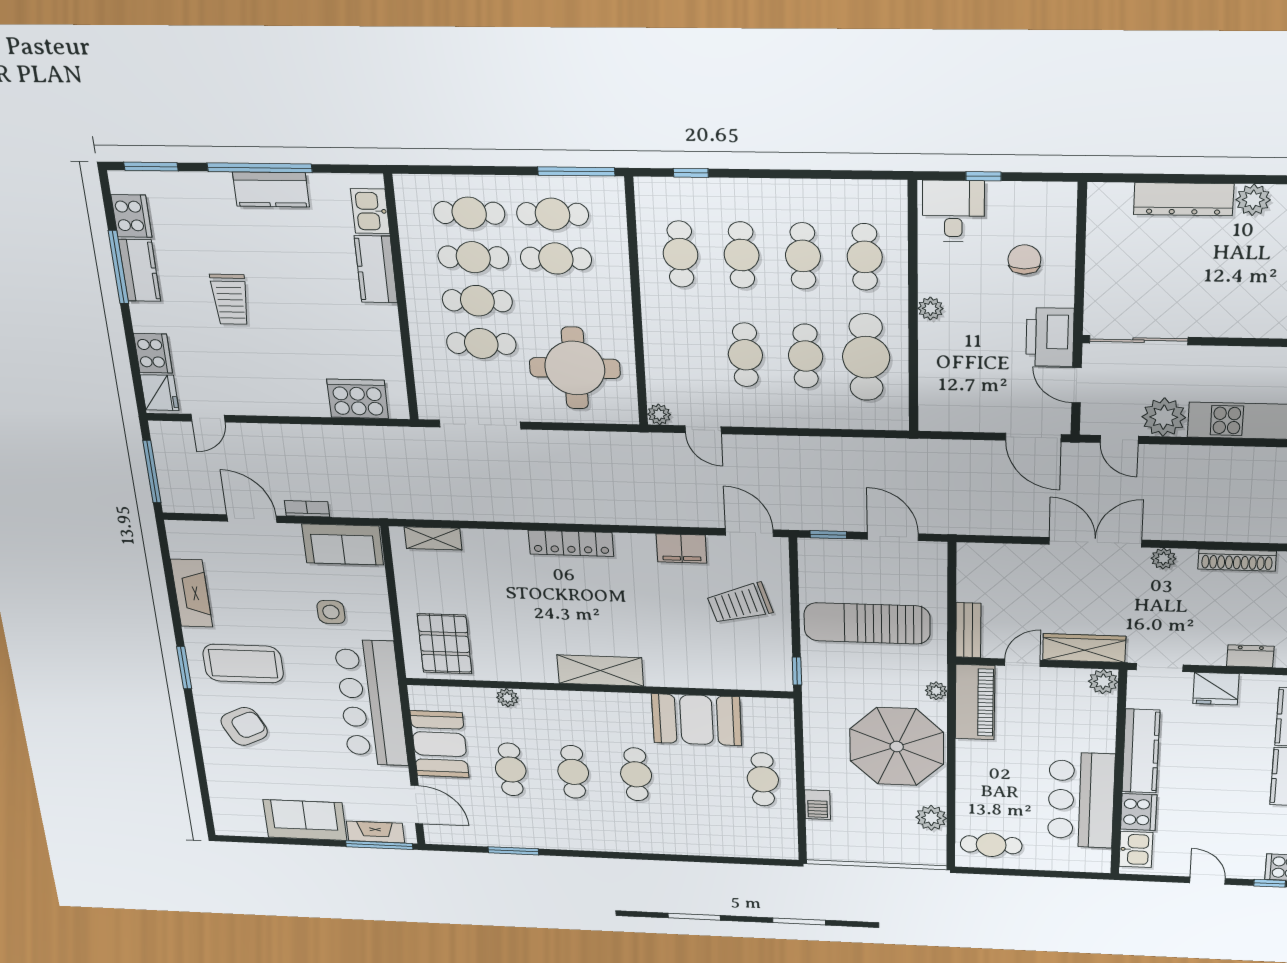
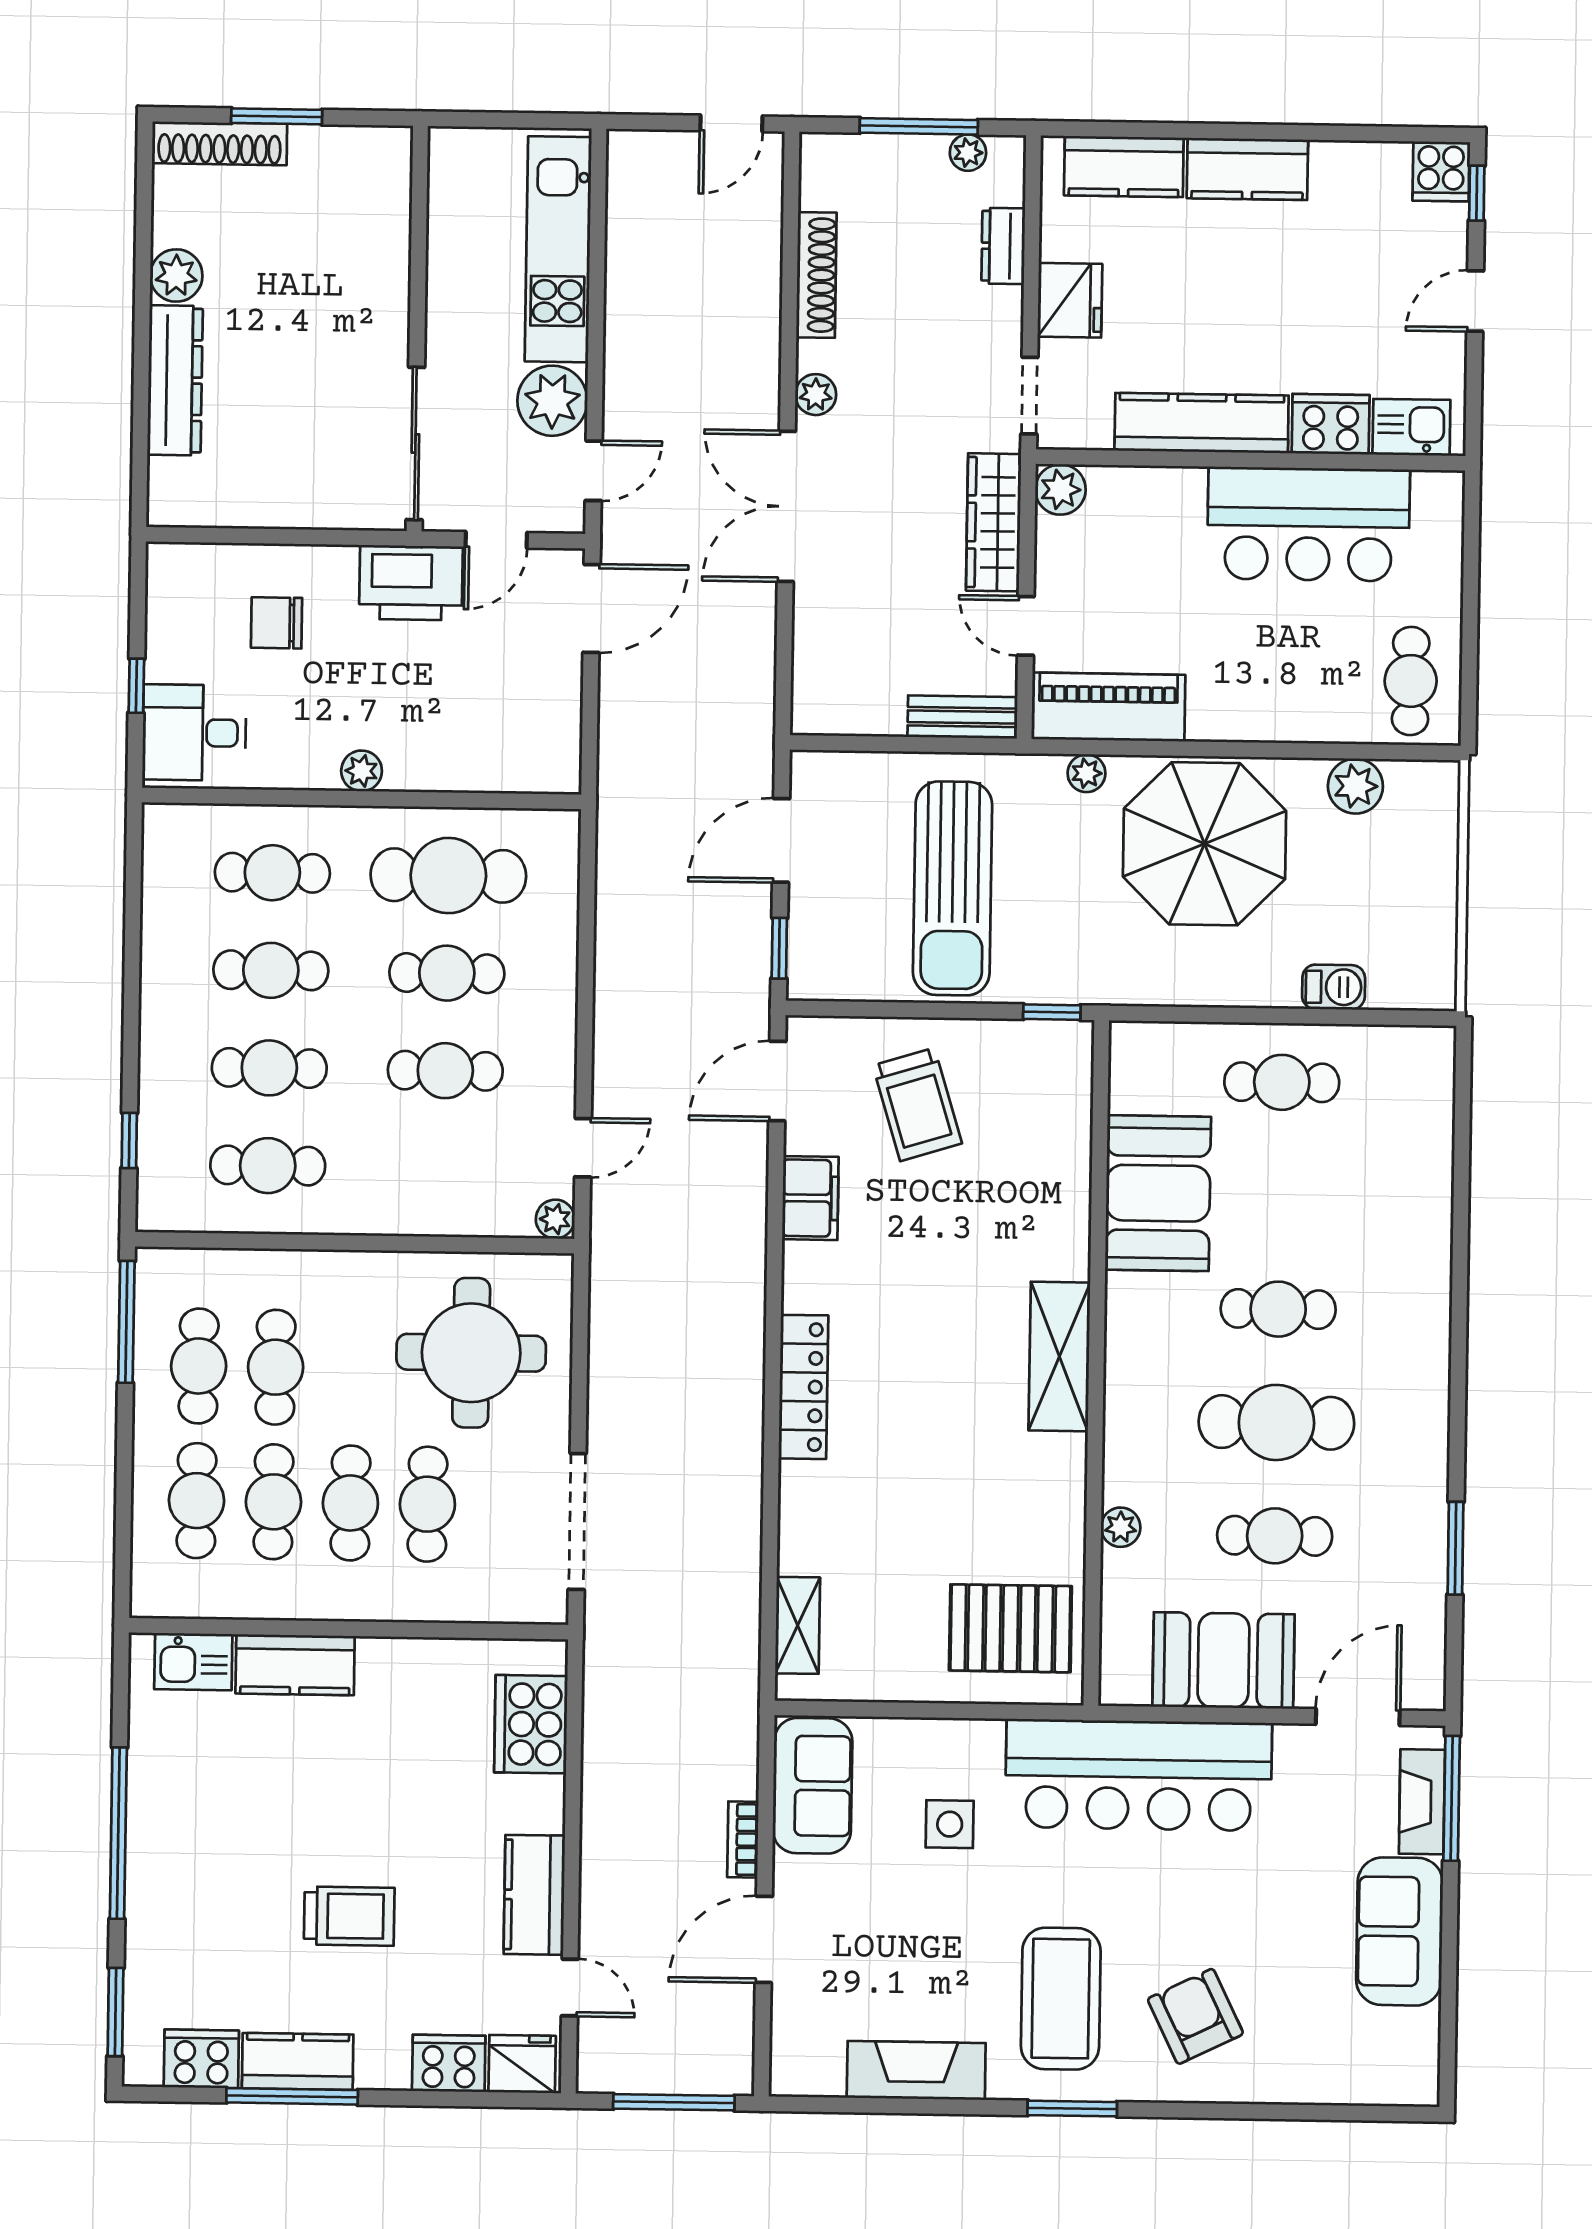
kitchen counter: (271, 189) -> (534, 1895), moved, turned 180
cafe table: (573, 772) -> (1276, 1422), width x1.37, depth x1.35

